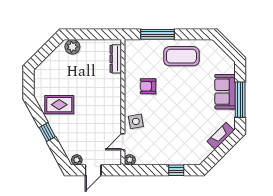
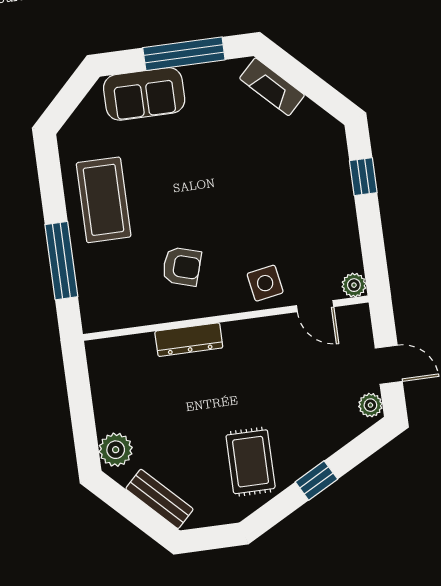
dresser: (116, 59) -> (189, 340), moved
bench: (48, 63) -> (159, 499), added
armchair: (148, 86) -> (182, 266), turned -73
sofa: (225, 92) -> (144, 94), moved

